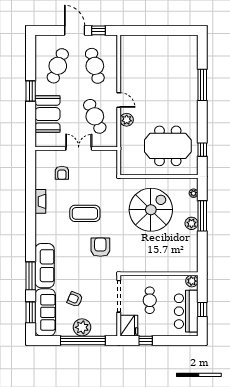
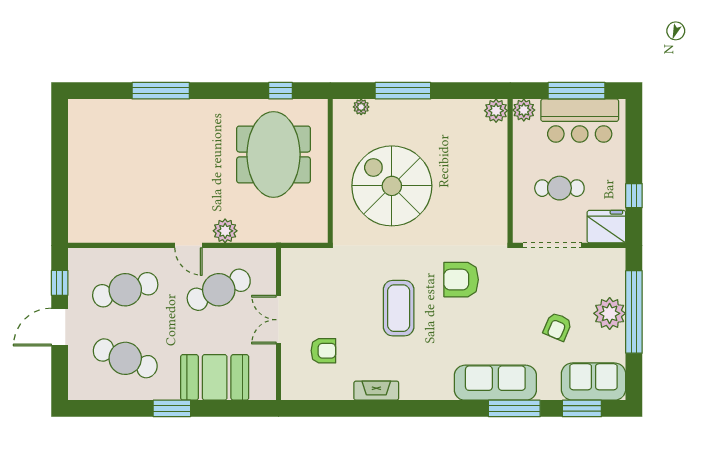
door: (119, 100) -> (189, 245), swing flipped
plant: (191, 223) -> (496, 111), moved
window: (202, 309) -> (577, 91), width x2.17
sofa: (45, 312) -> (593, 382), width x0.73

